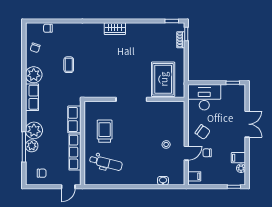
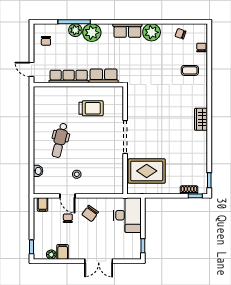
coffee table: (69, 65) -> (190, 70), moved
dental chair: (106, 163) -> (60, 140), moved

